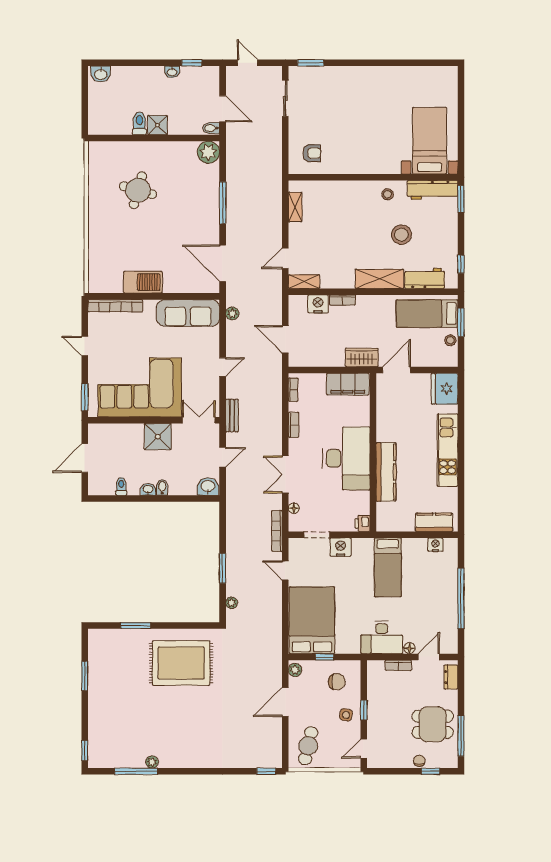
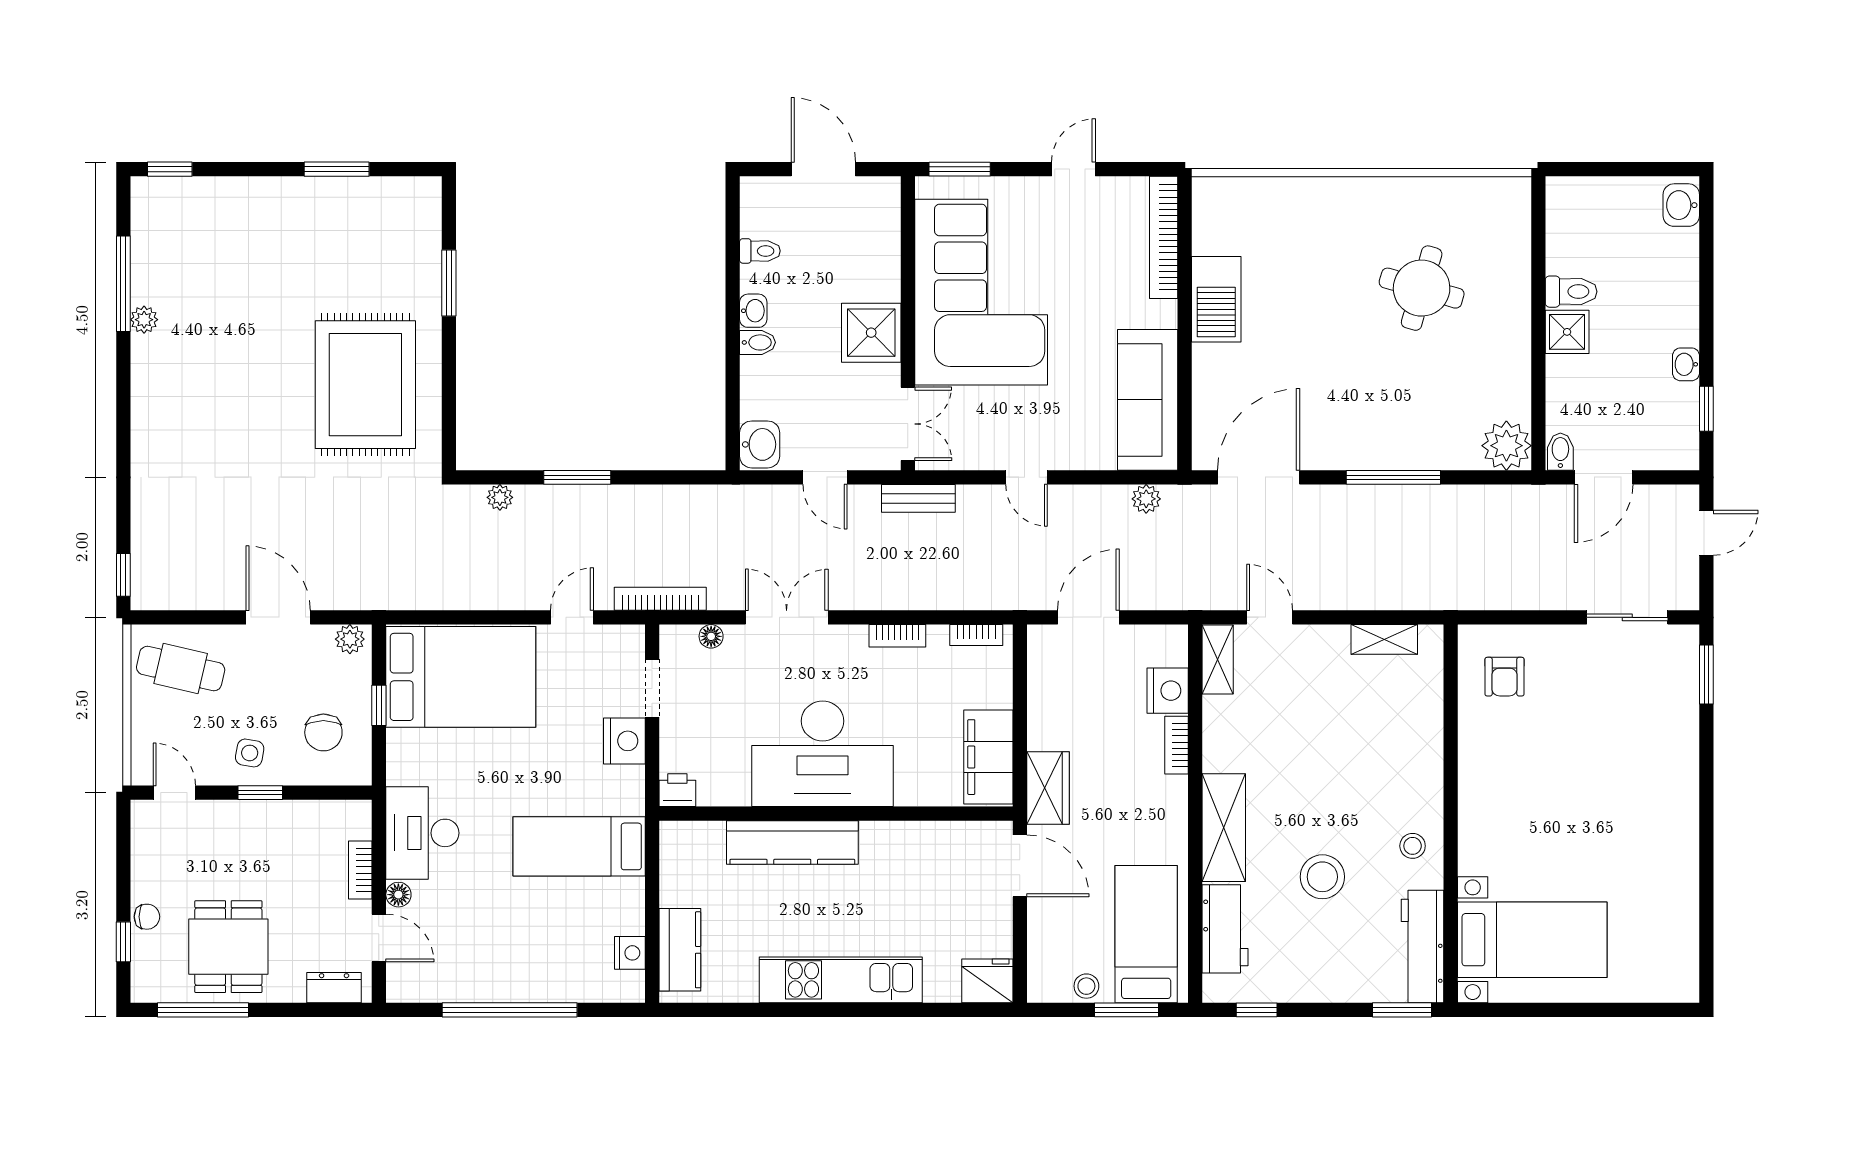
fridge: (445, 389) -> (987, 981), width x0.73, depth x0.75

